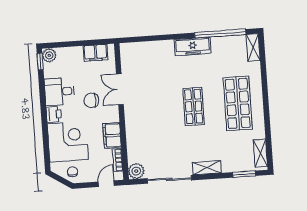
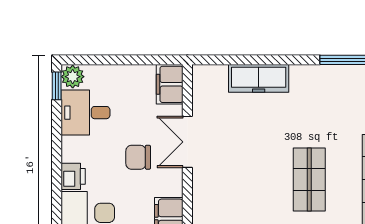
freezer: (193, 46) -> (259, 78), moved
filing cabinet: (96, 53) -> (170, 84), moved, turned 90
desk: (59, 92) -> (85, 113), moved

